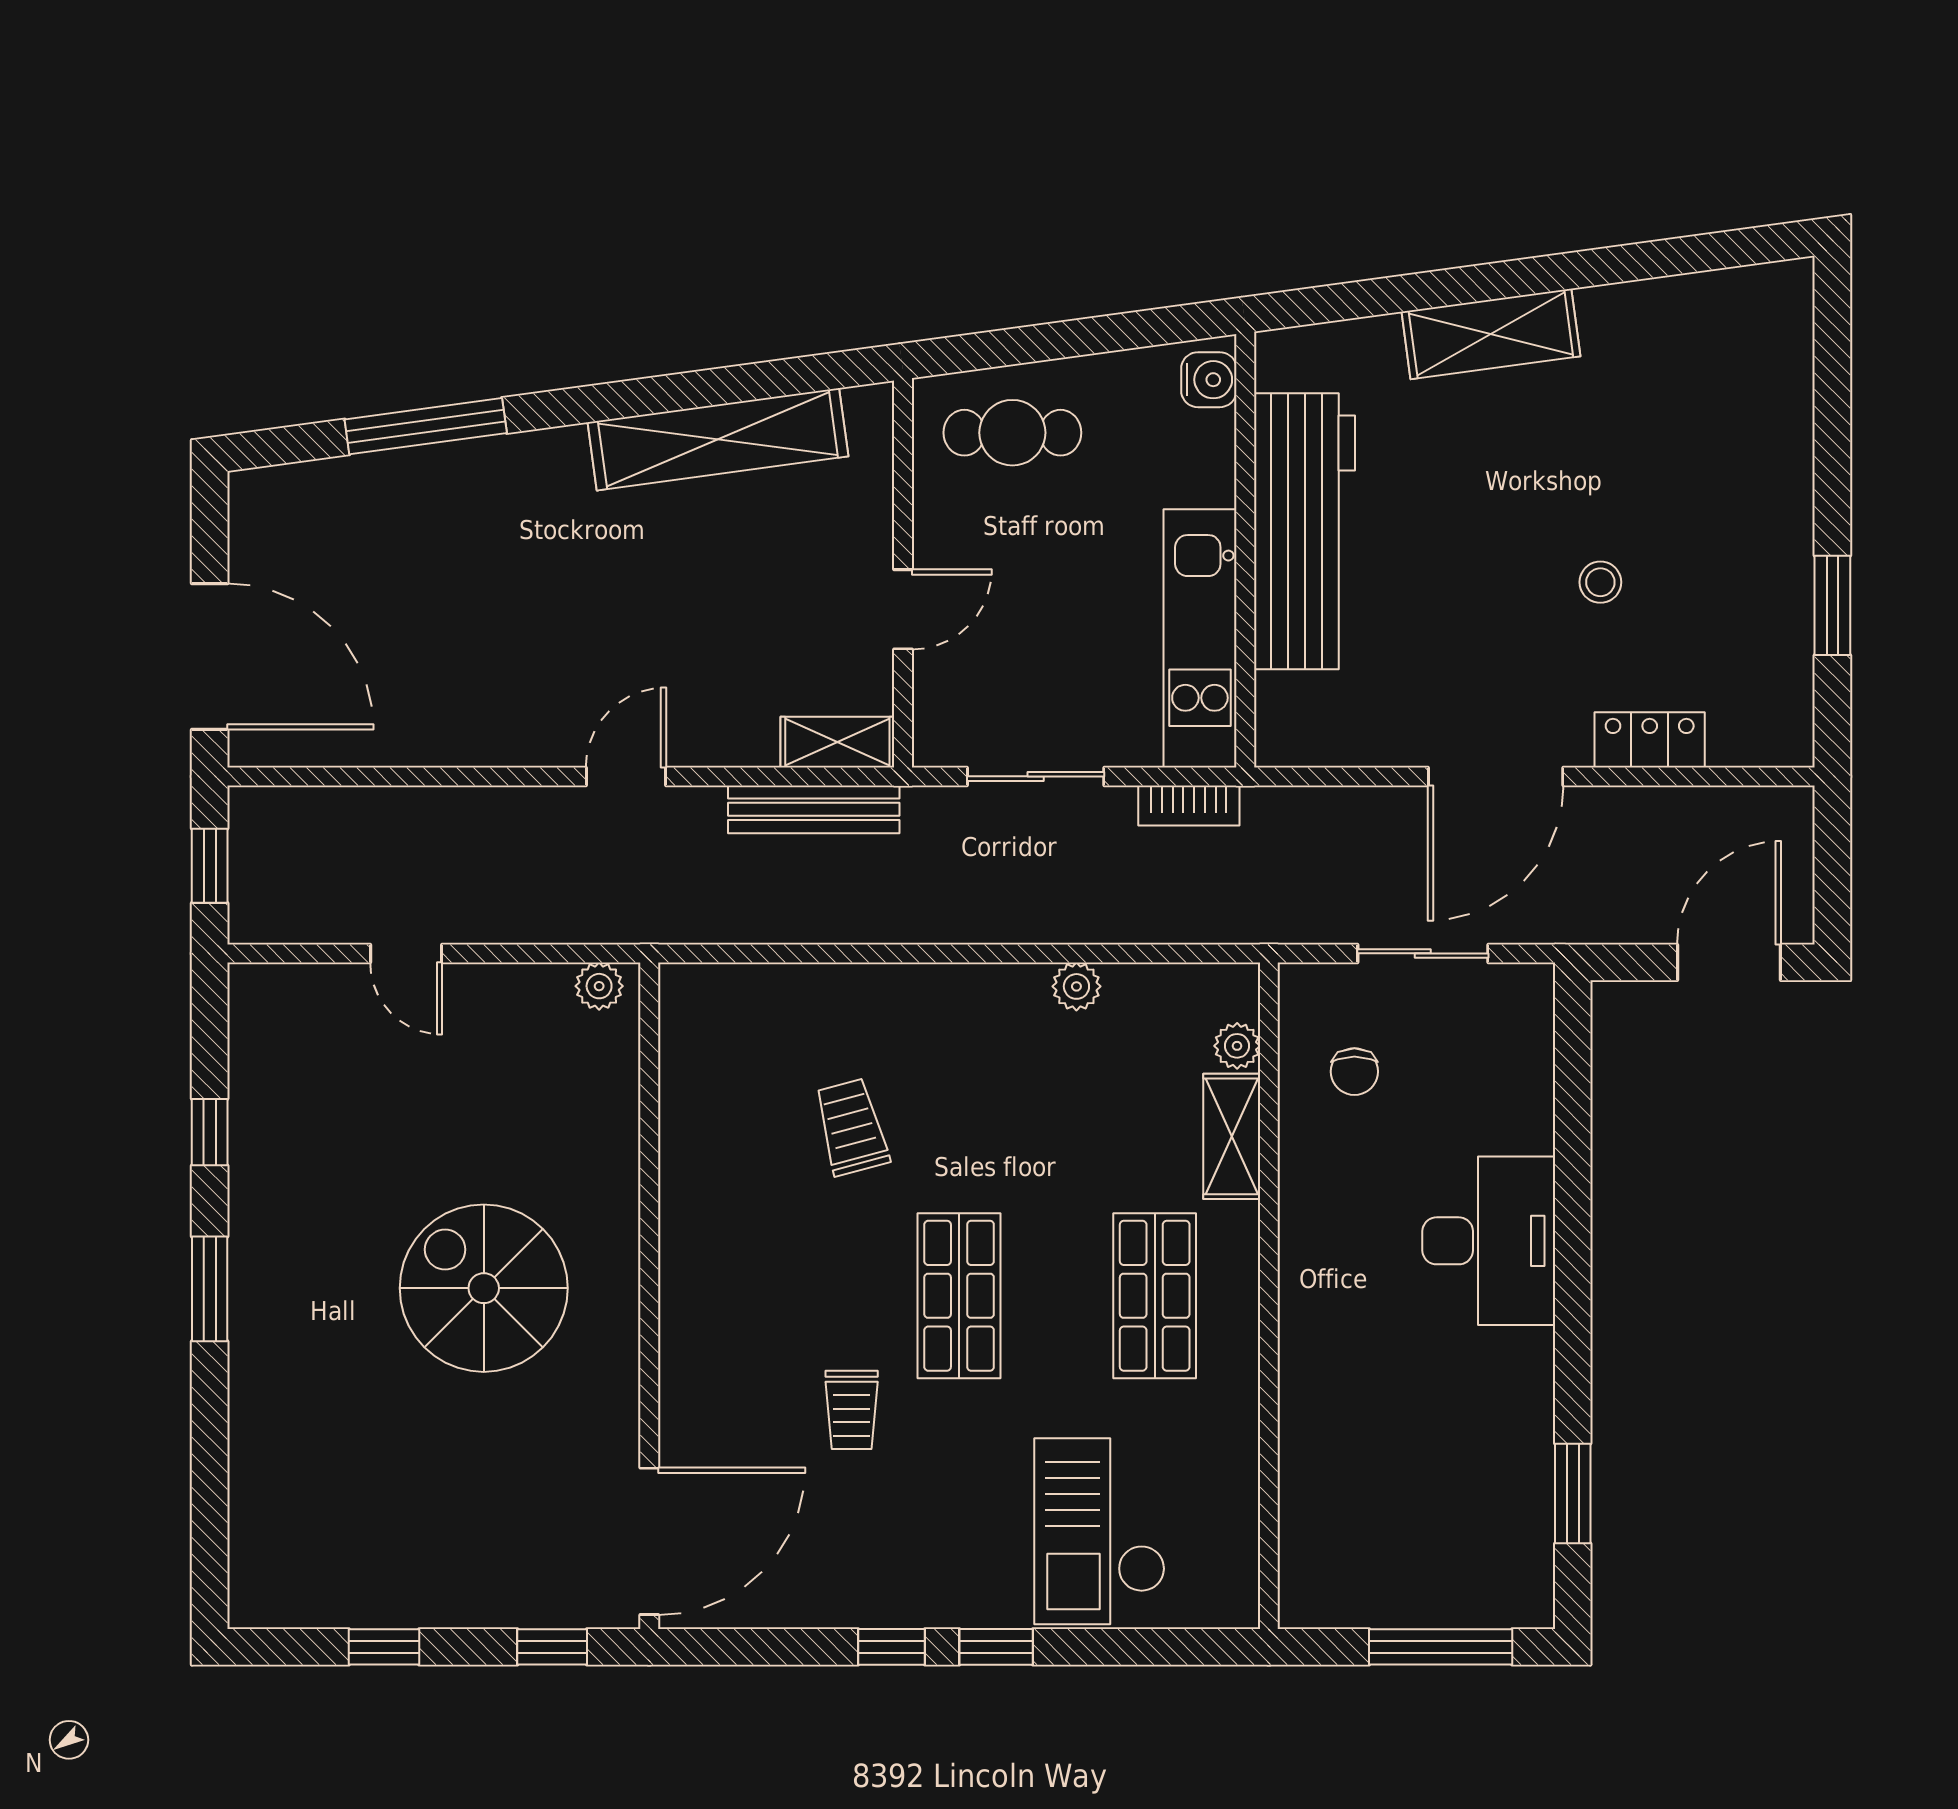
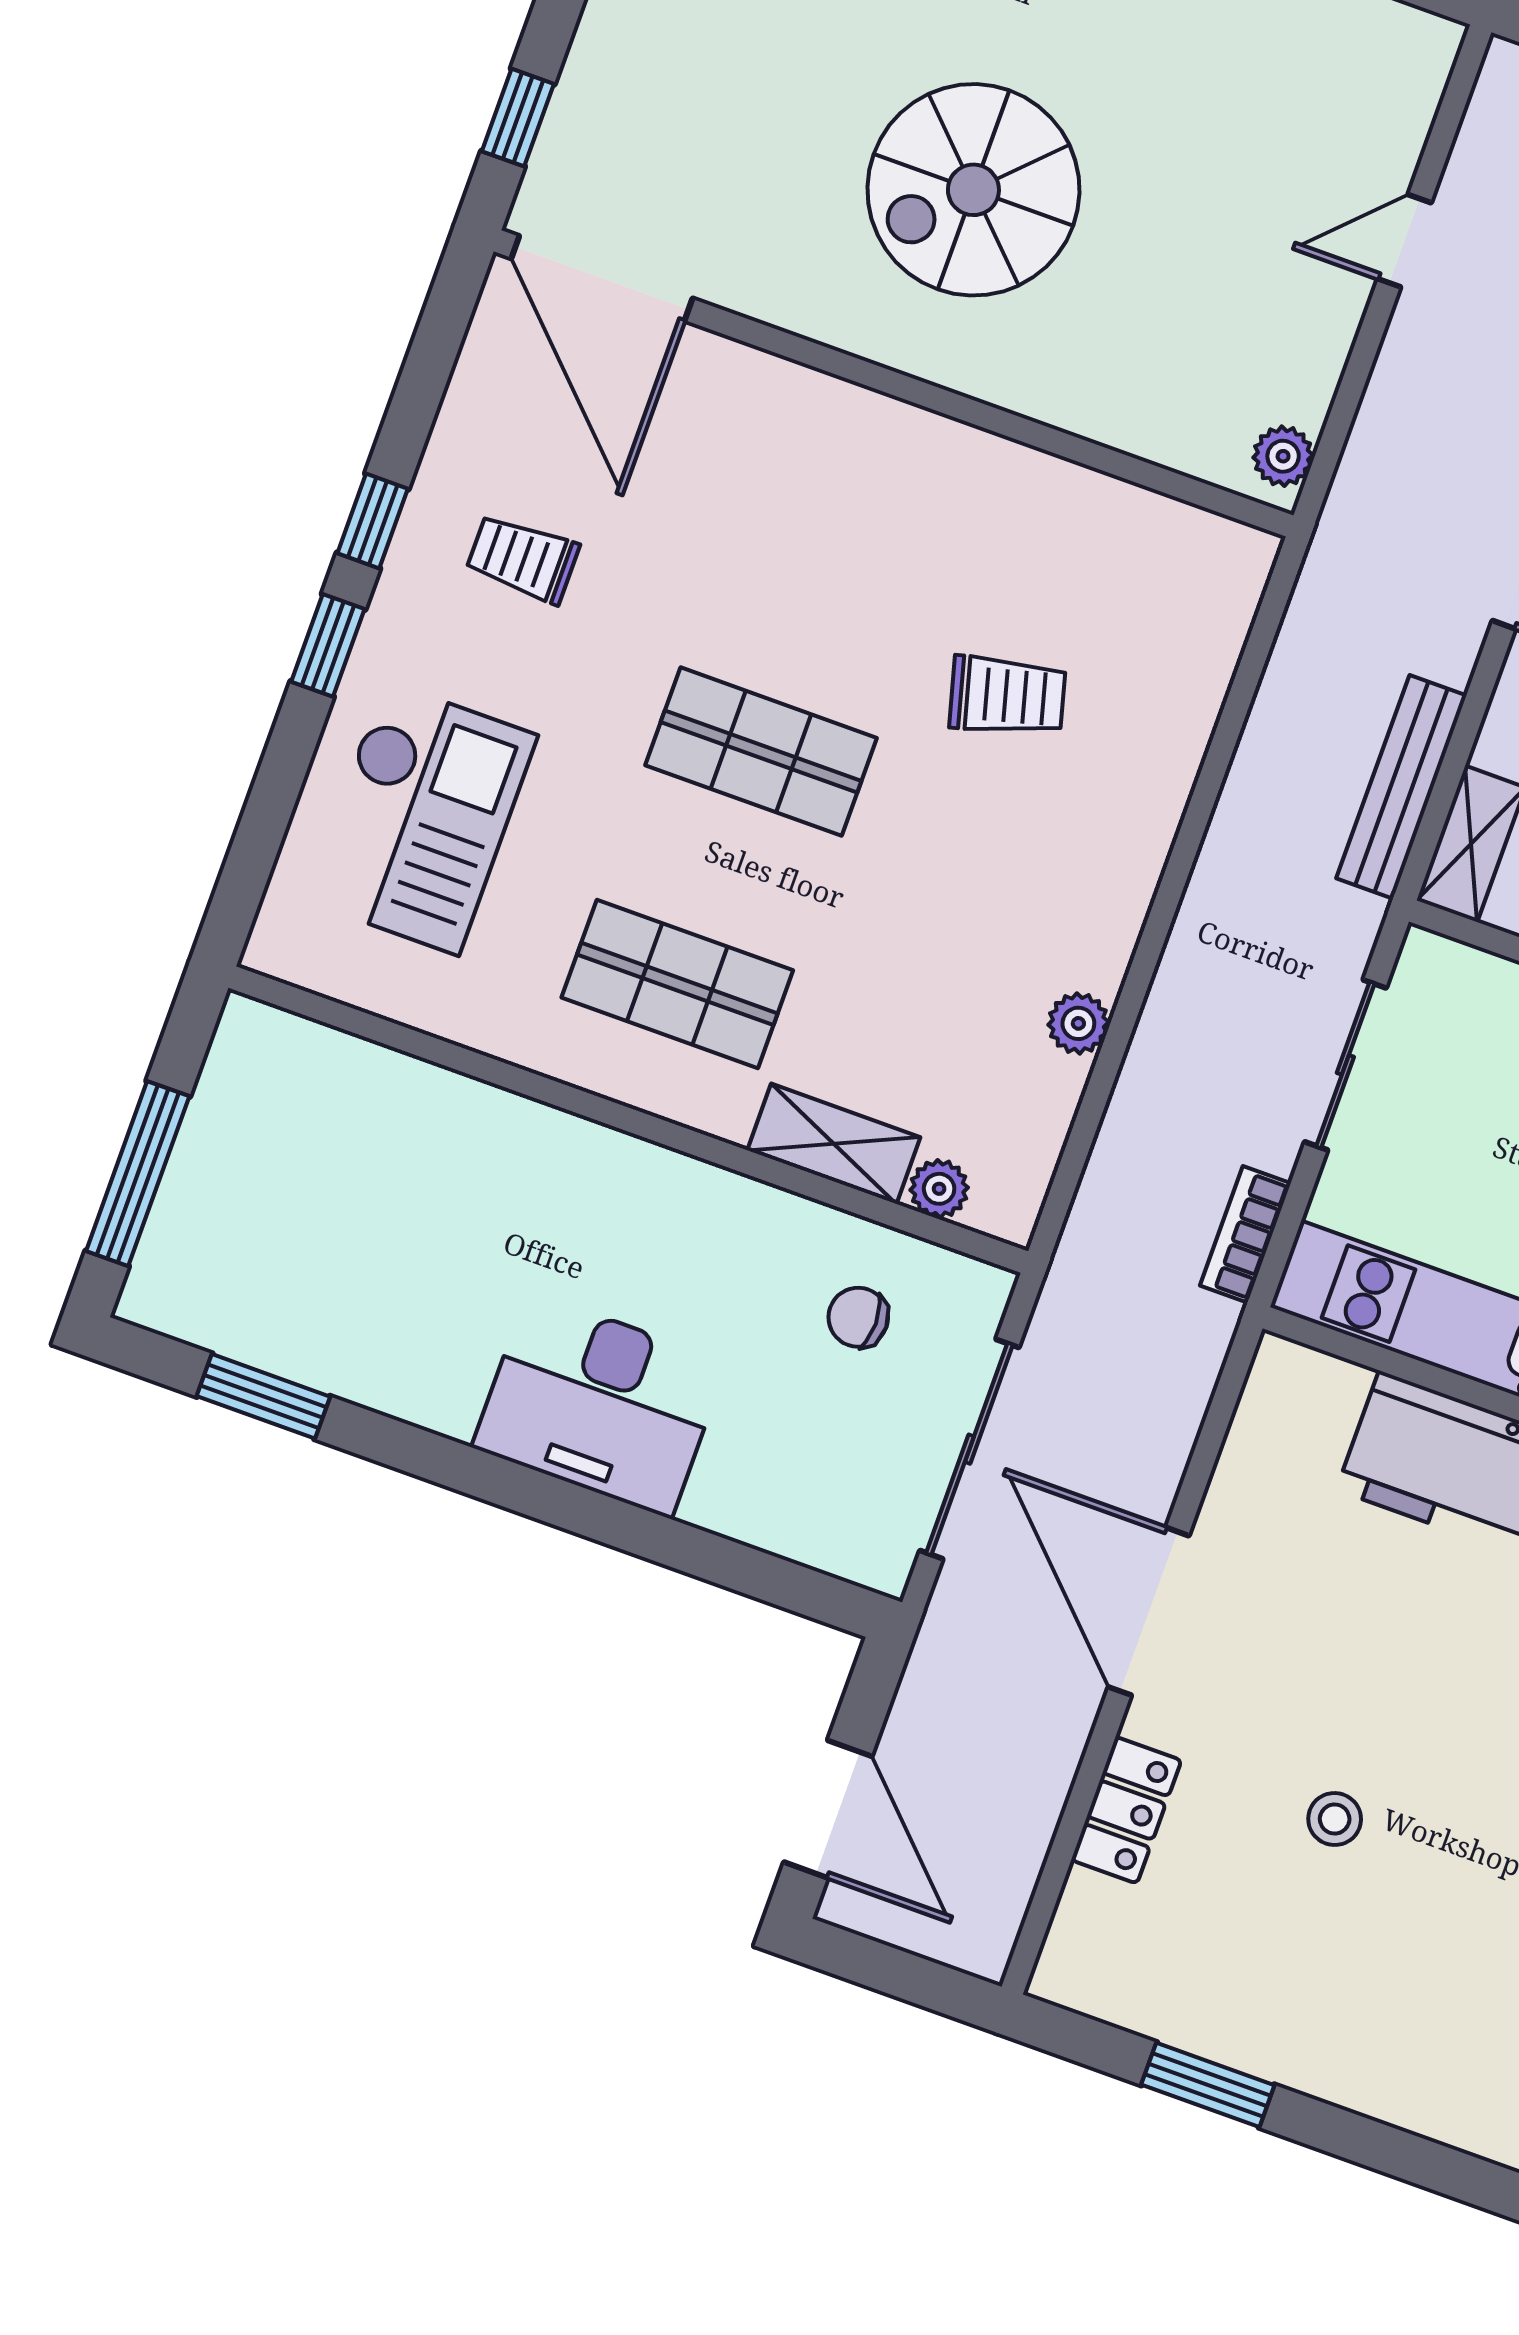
sliding door: (1423, 953) -> (969, 1449), width x1.37
spiral stairs: (484, 1288) -> (973, 190), turned 180
trolley: (852, 1410) -> (523, 559), moved
checkout: (1100, 1531) -> (421, 818), turned 90

